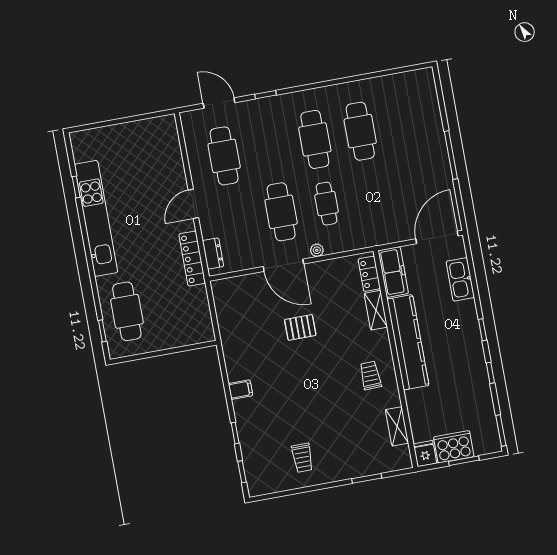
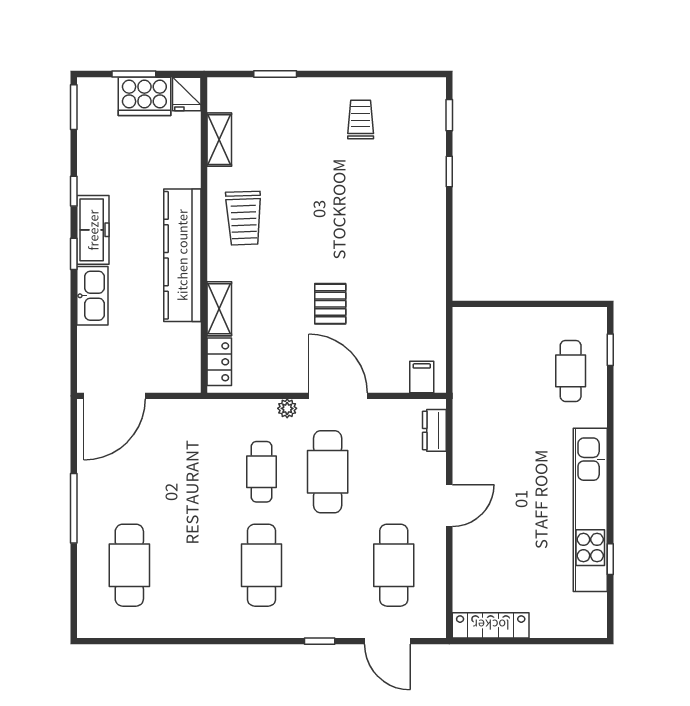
cafe table: (360, 131) -> (129, 565), moved
locker: (192, 259) -> (491, 625), moved, turned -90
freezer: (393, 272) -> (93, 230), moved, turned 180
kitchen sink: (460, 279) -> (92, 296), moved
cafe table: (127, 311) -> (571, 371), width x0.73, depth x0.74
pallet: (300, 327) -> (330, 304), turned 90
trolley: (370, 375) -> (244, 218), width x1.36, depth x1.39
filing cabinet: (241, 390) -> (422, 377), moved, turned 90

